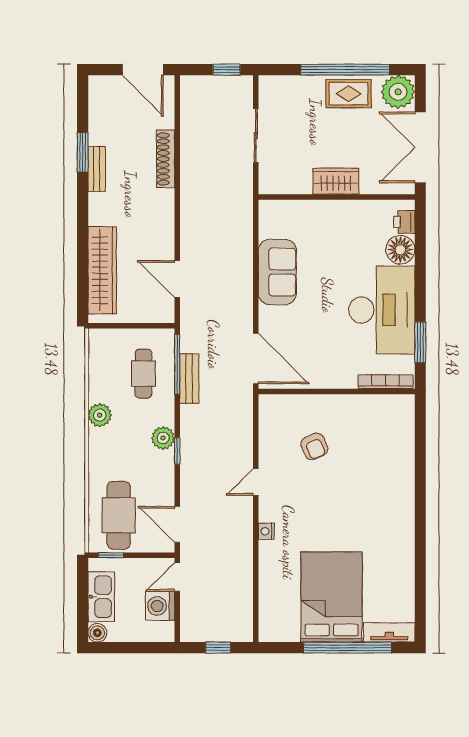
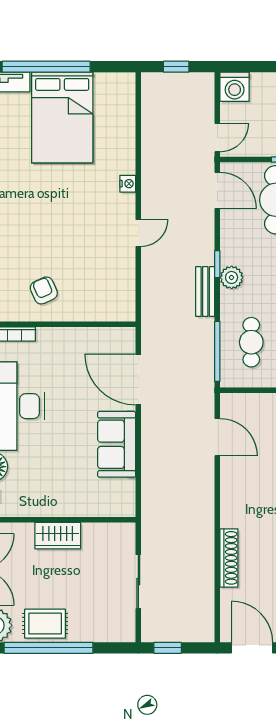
door: (256, 358) -> (138, 380), moved
bench: (189, 379) -> (205, 292), moved
armchair: (314, 446) -> (44, 290), moved
washing machine: (160, 606) -> (235, 87), moved, turned 90

